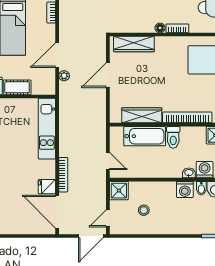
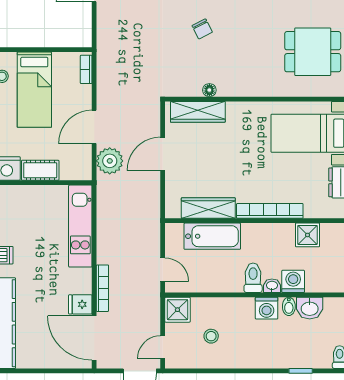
floor lamp: (160, 28) -> (209, 90), moved
bookcase: (177, 28) -> (256, 91), removed
plant: (64, 76) -> (110, 161), width x1.87, depth x1.87
toilet: (173, 137) -> (253, 278), moved, turned 180

